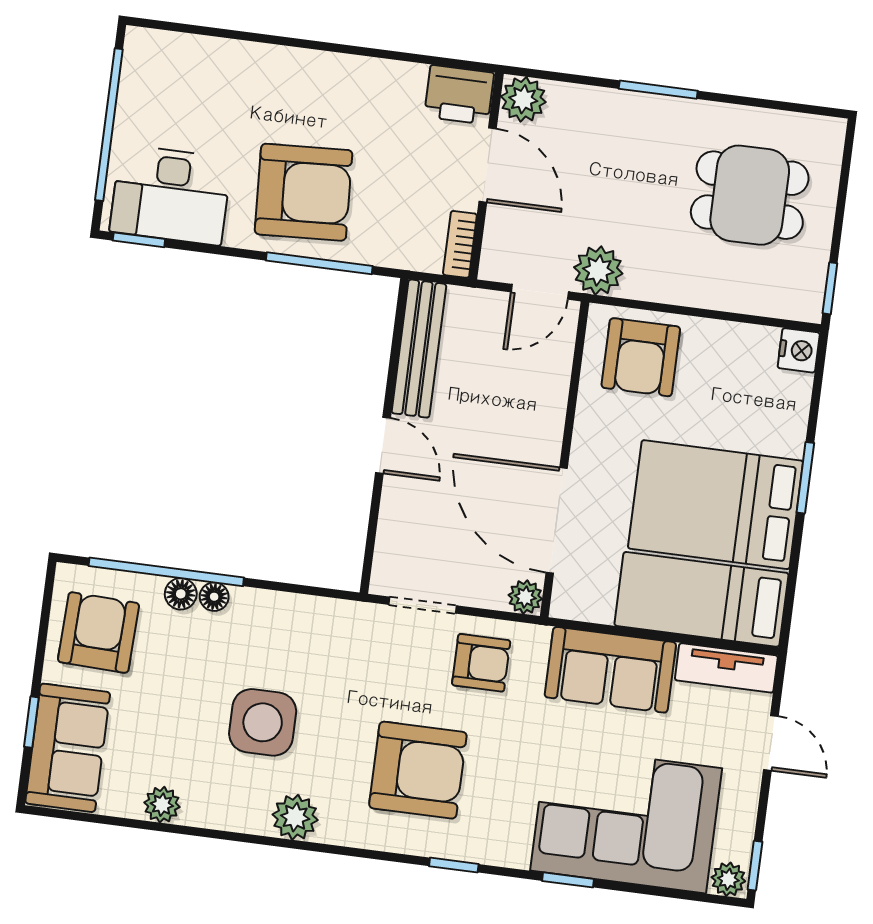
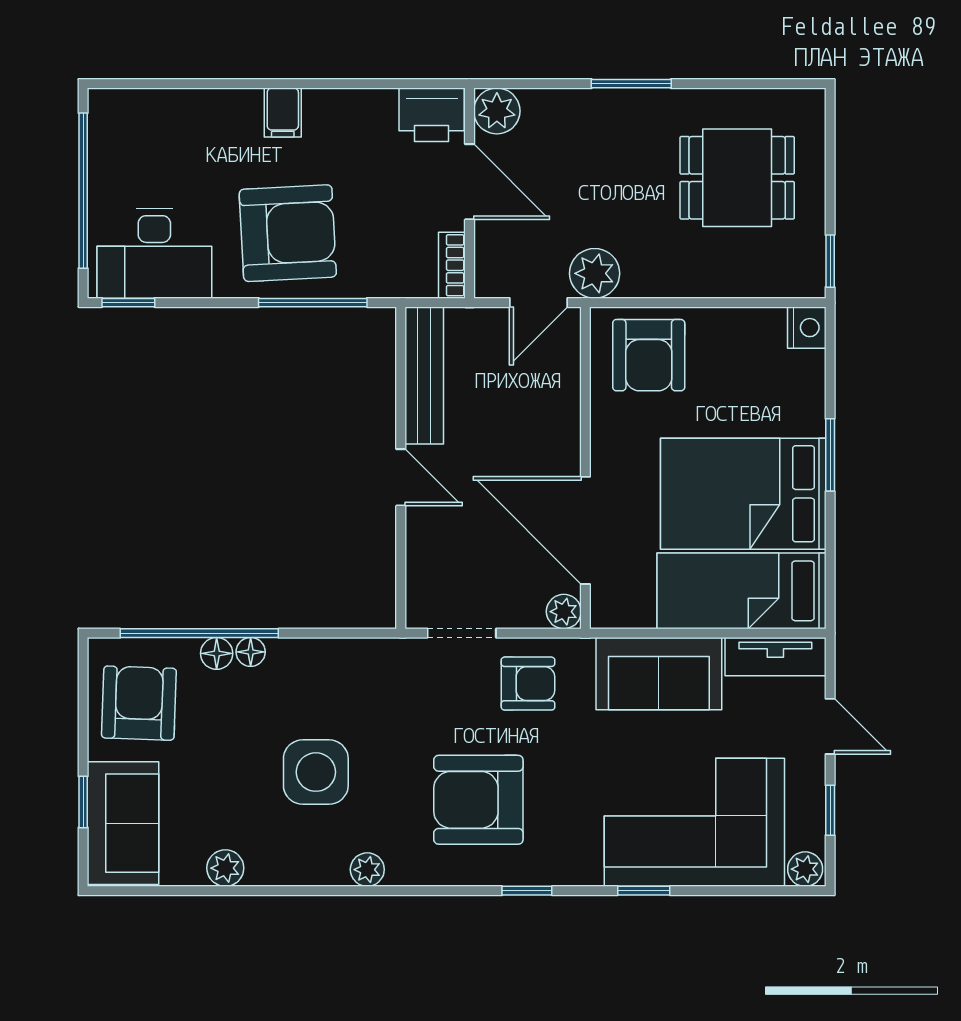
filing cabinet: (314, 74) -> (283, 113), added
armchair: (418, 770) -> (478, 800), turned 180
plant: (295, 817) -> (367, 870), width x0.73, depth x0.73
window: (755, 866) -> (830, 810), moved

